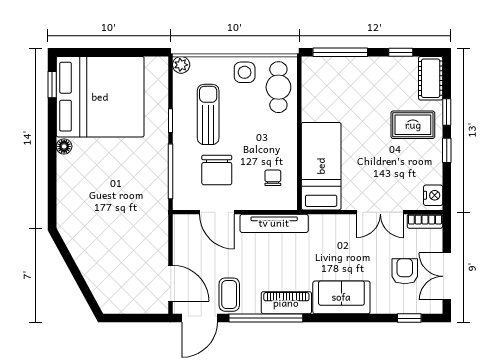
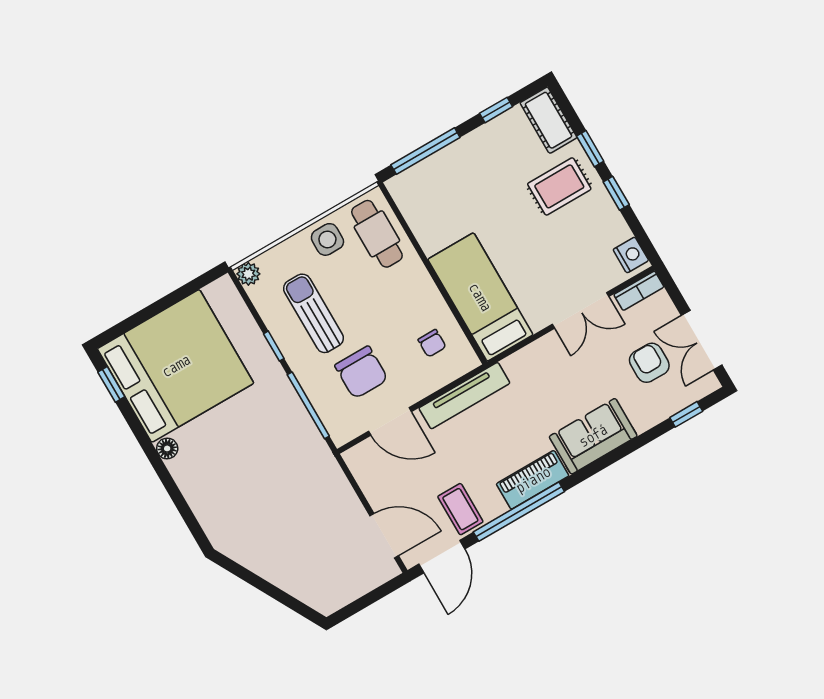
chair: (273, 178) -> (432, 343), turned 180

